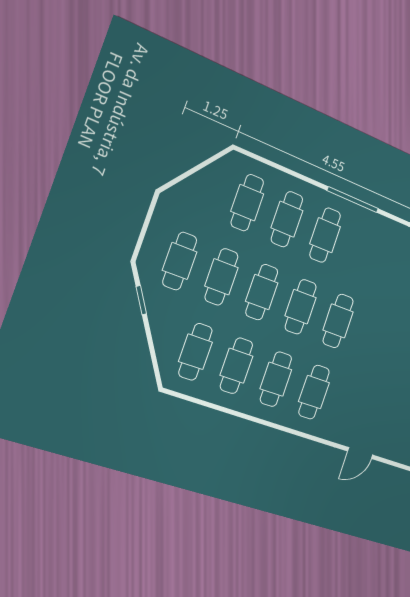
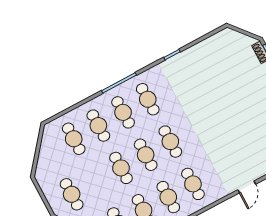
cafe table: (221, 277) -> (148, 99), moved

